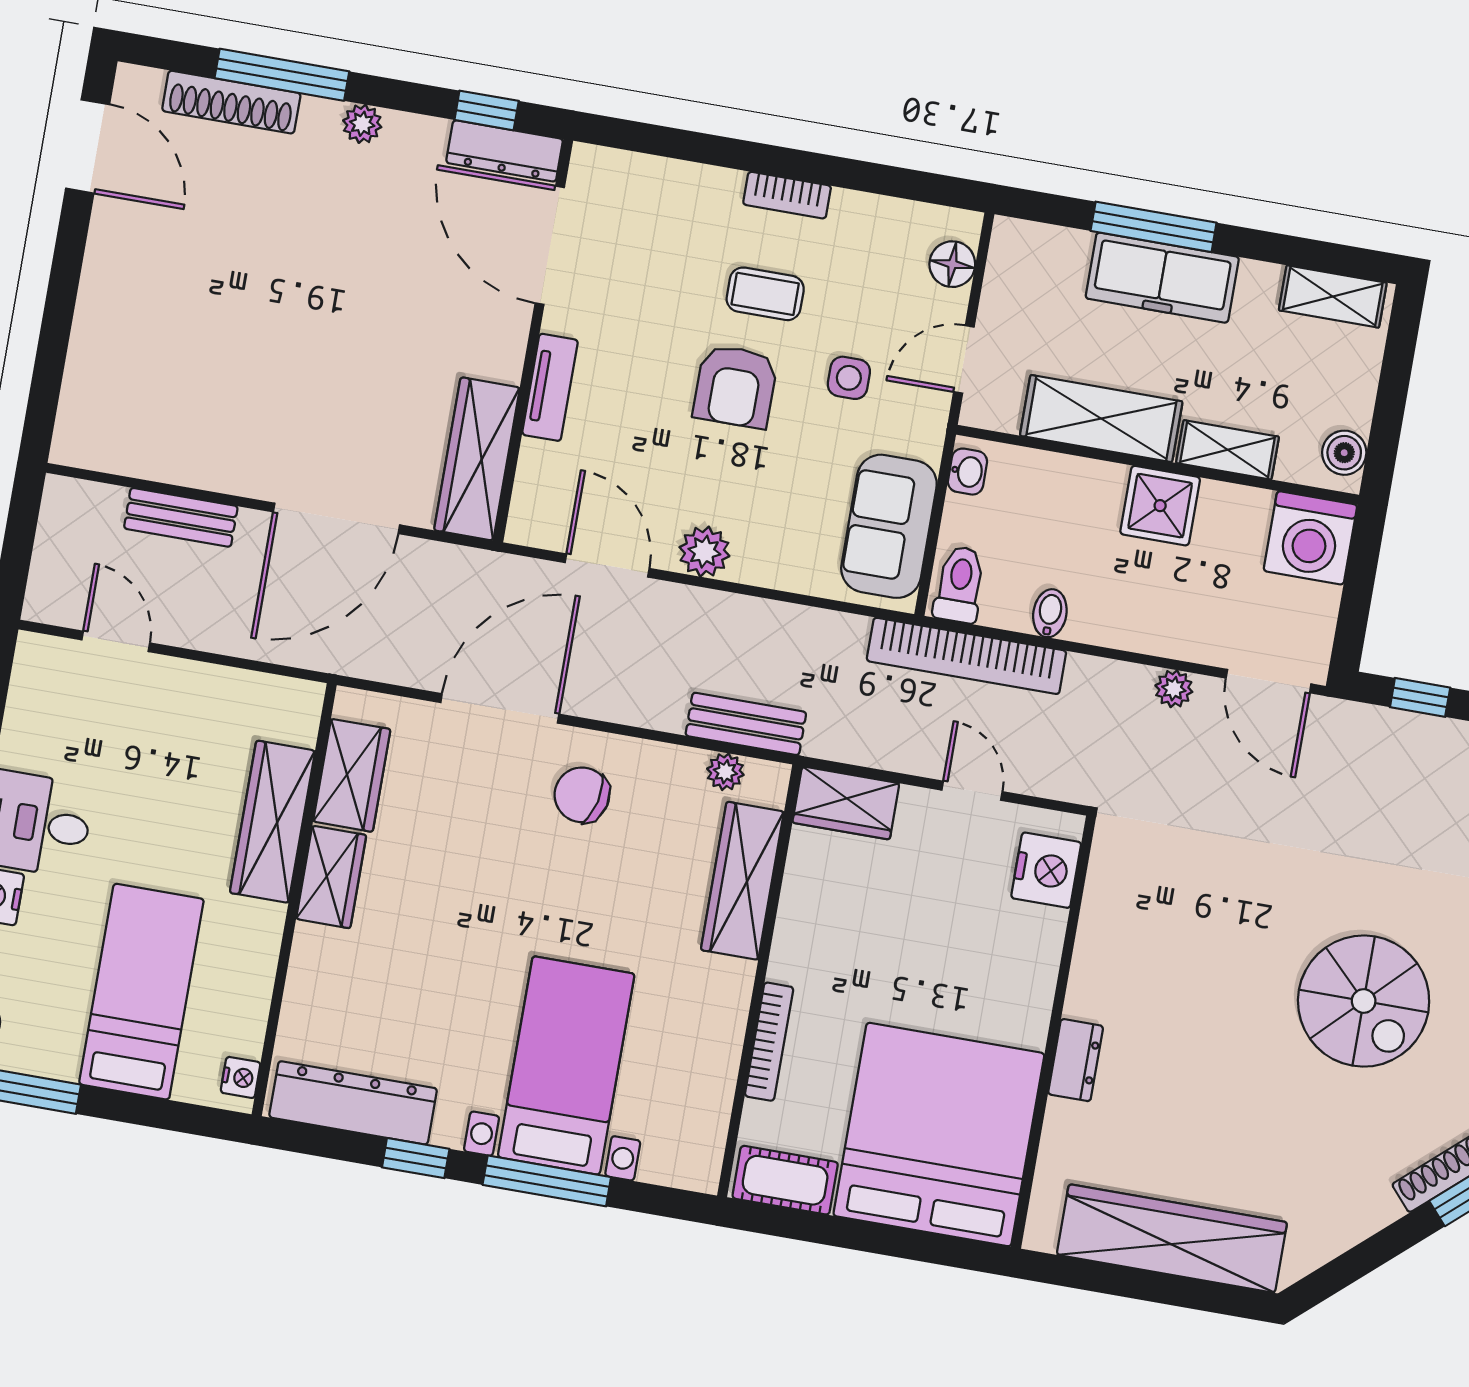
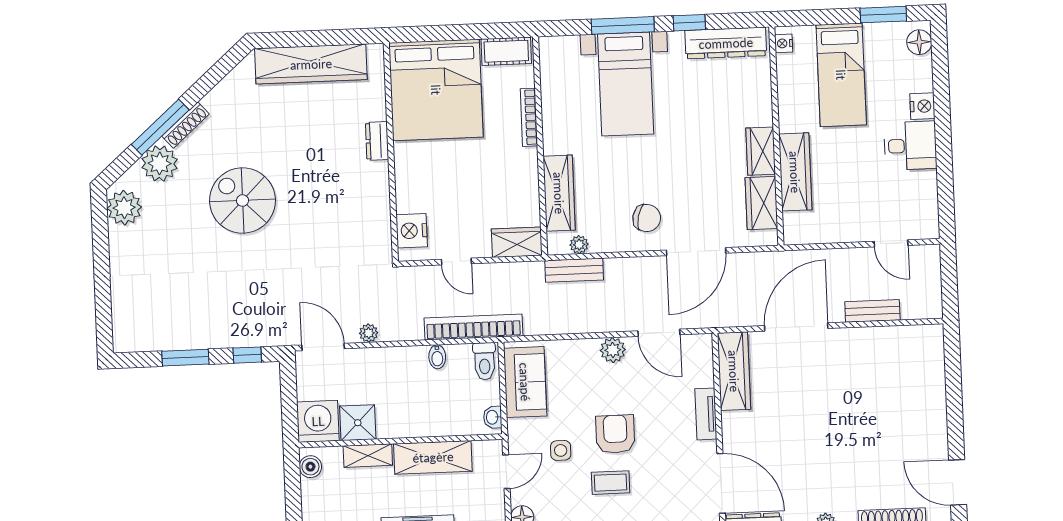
shower: (1160, 506) -> (358, 423), moved

